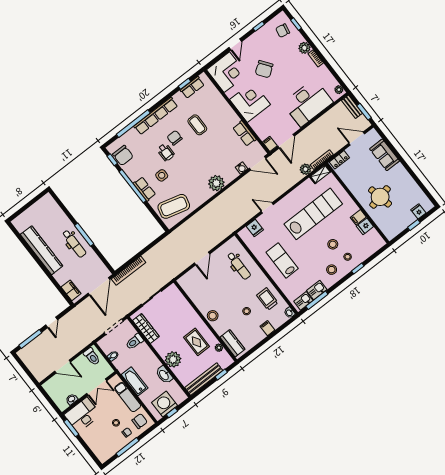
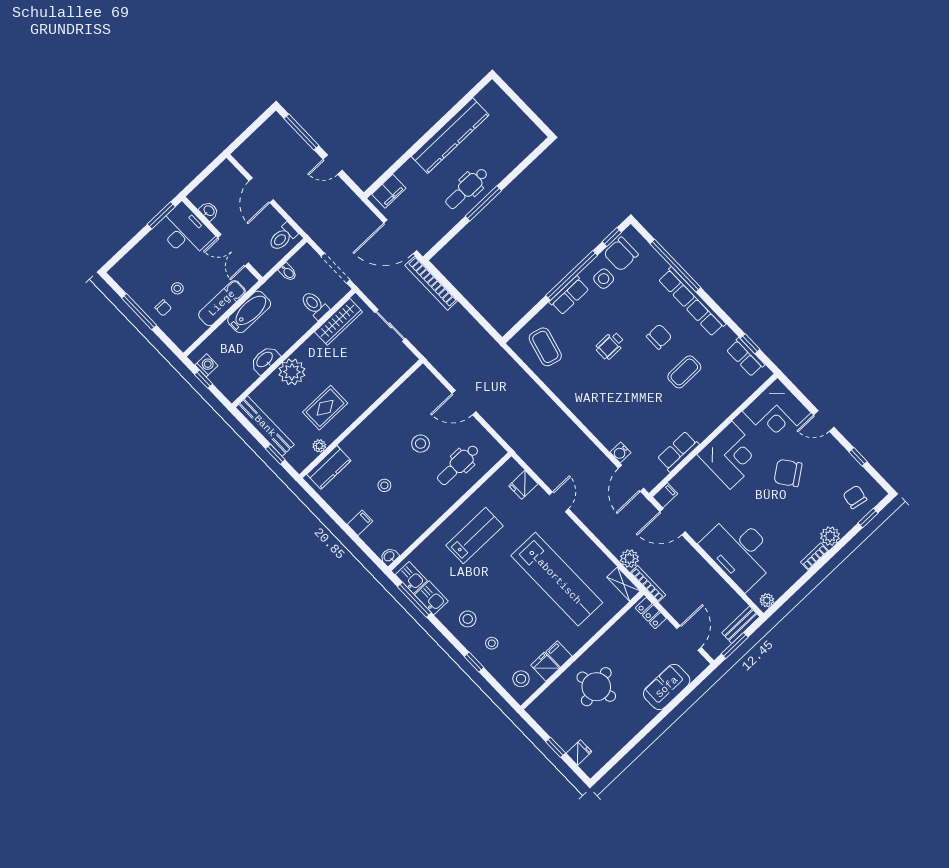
wheelchair: (166, 152) -> (610, 345), moved
side table: (162, 175) -> (604, 279), moved
plant: (216, 183) -> (591, 413), removed
coffee table: (174, 206) -> (545, 347), width x0.73, depth x0.76
stool: (333, 244) -> (521, 679), moved
trolley: (267, 299) -> (408, 518), removed
stool: (213, 316) -> (421, 444), moved
washing machine: (165, 404) -> (206, 365), width x0.53, depth x0.53
chair: (140, 421) -> (184, 327), removed

